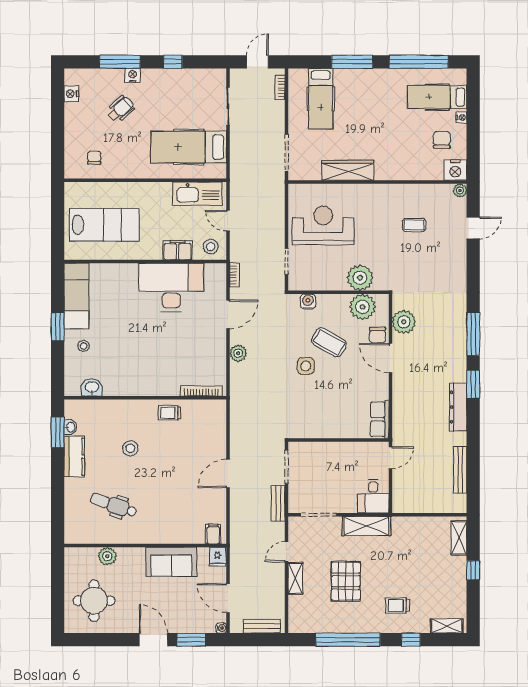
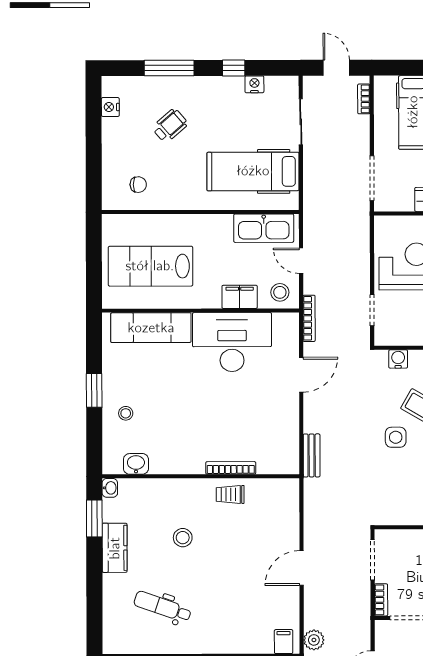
door: (257, 62) -> (336, 68), hinge flipped
nightstand: (133, 75) -> (254, 84), moved
chair: (94, 158) -> (138, 185), turned 90
lab bench: (104, 225) -> (150, 266), turned 180
bookcase: (235, 275) -> (309, 318), width x1.56
exam couch: (76, 296) -> (151, 328), moved, turned 90
plant: (238, 353) -> (314, 640), moved
bookcase: (201, 391) -> (231, 468), moved
washbasin: (70, 427) -> (110, 488), moved
bookcase: (293, 500) -> (381, 600), added
bench: (278, 503) -> (312, 455), moved

